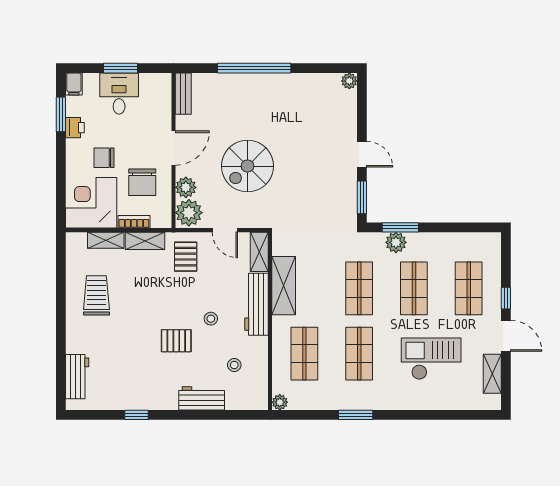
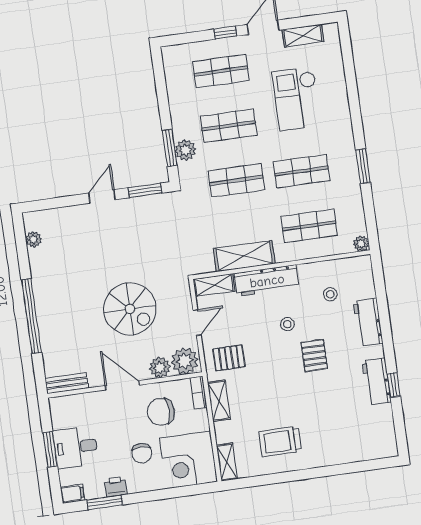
plant: (349, 81) -> (34, 239), moved
chair: (142, 182) -> (161, 412), turned 180
bookcase: (134, 222) -> (198, 393), moved
shelving: (106, 240) -> (227, 462), moved
workbench: (77, 377) -> (377, 382), moved, turned -90

